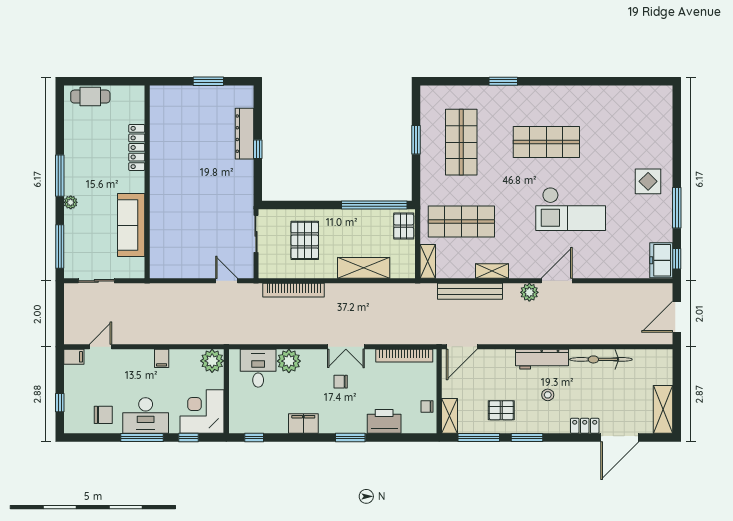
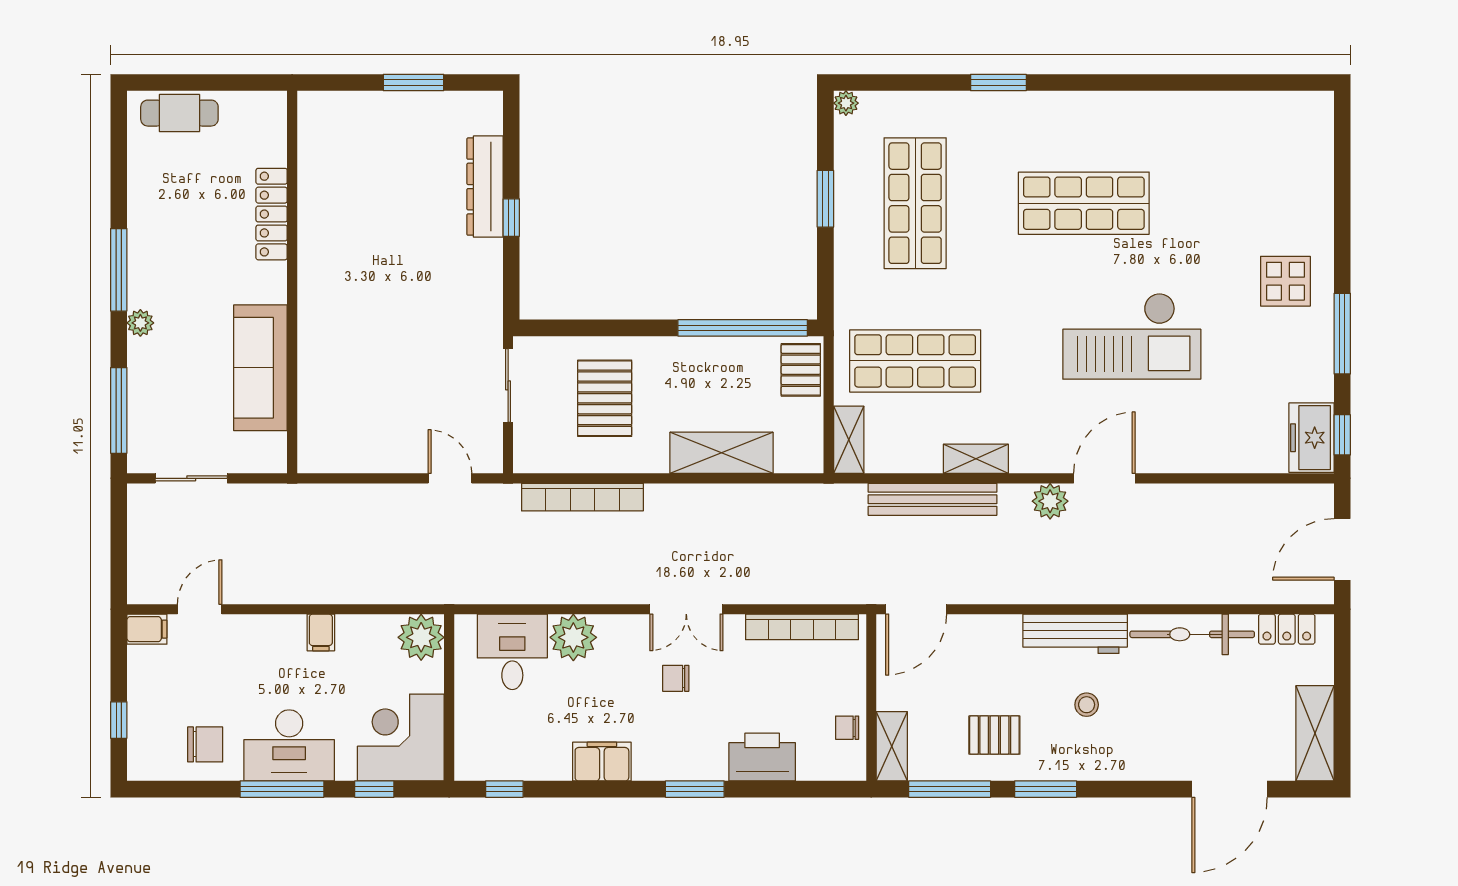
plant: (426, 92) -> (846, 103), added
locker: (585, 426) -> (1287, 629), moved, turned 180

